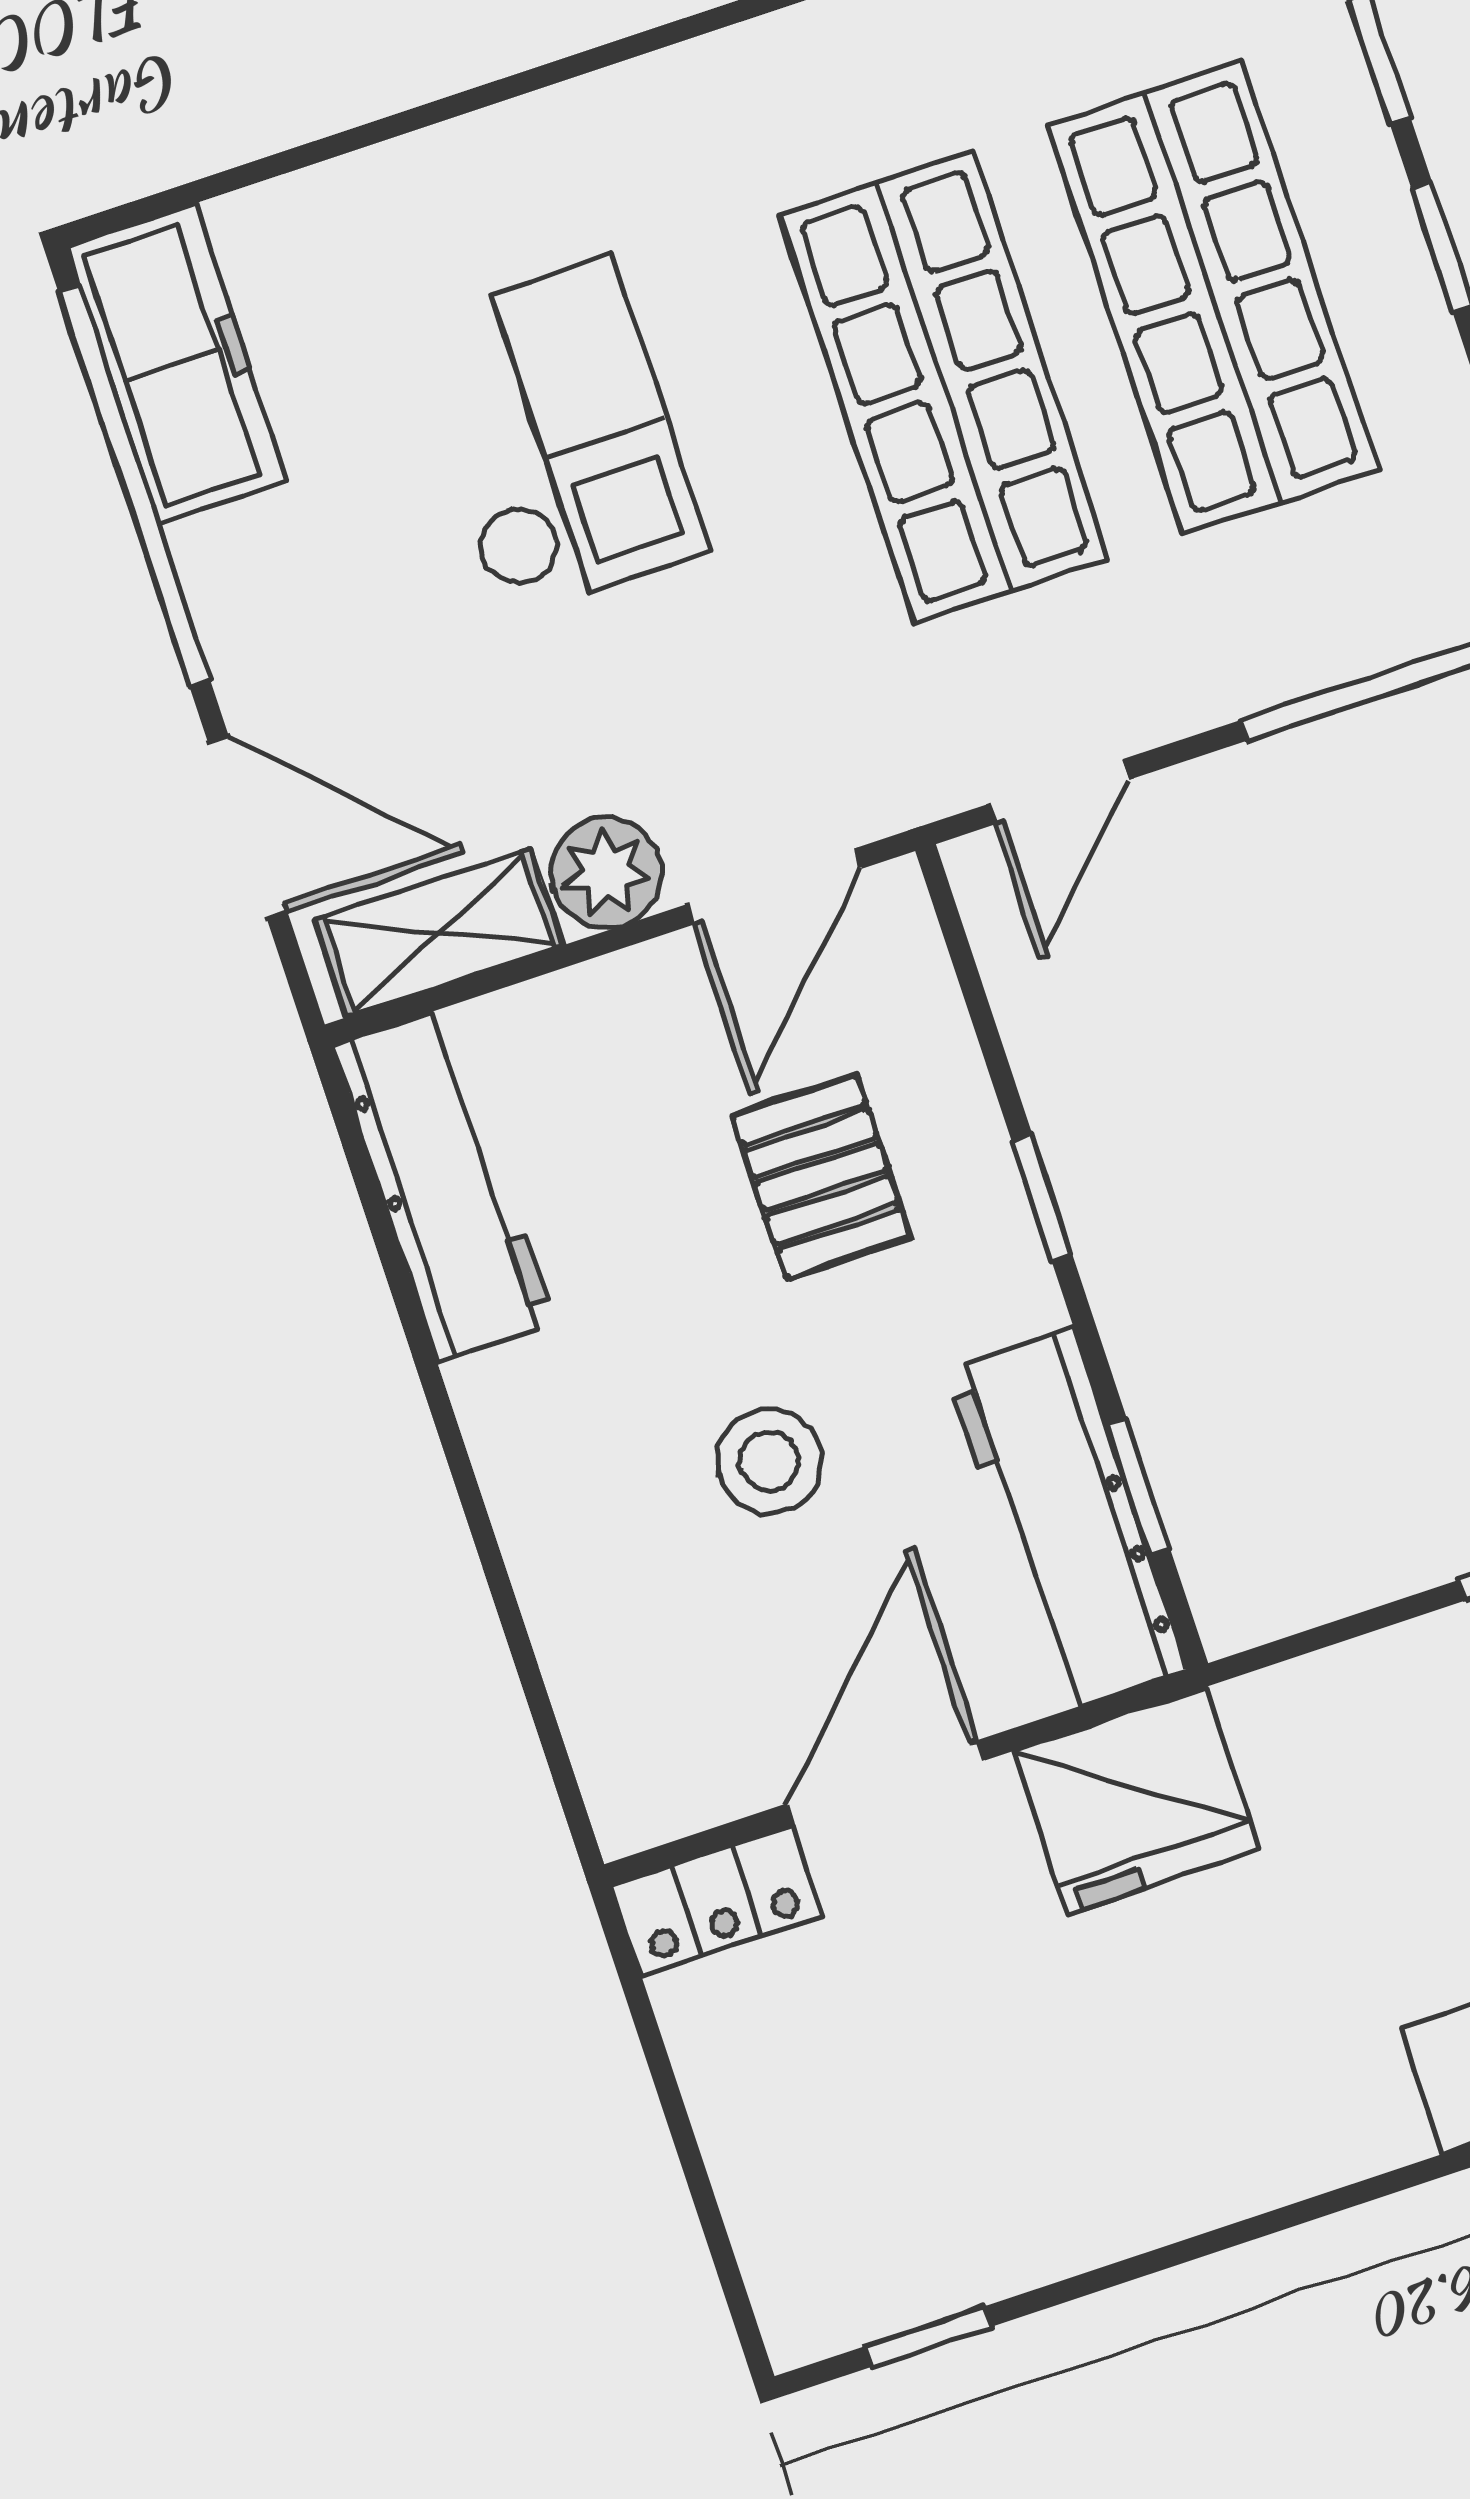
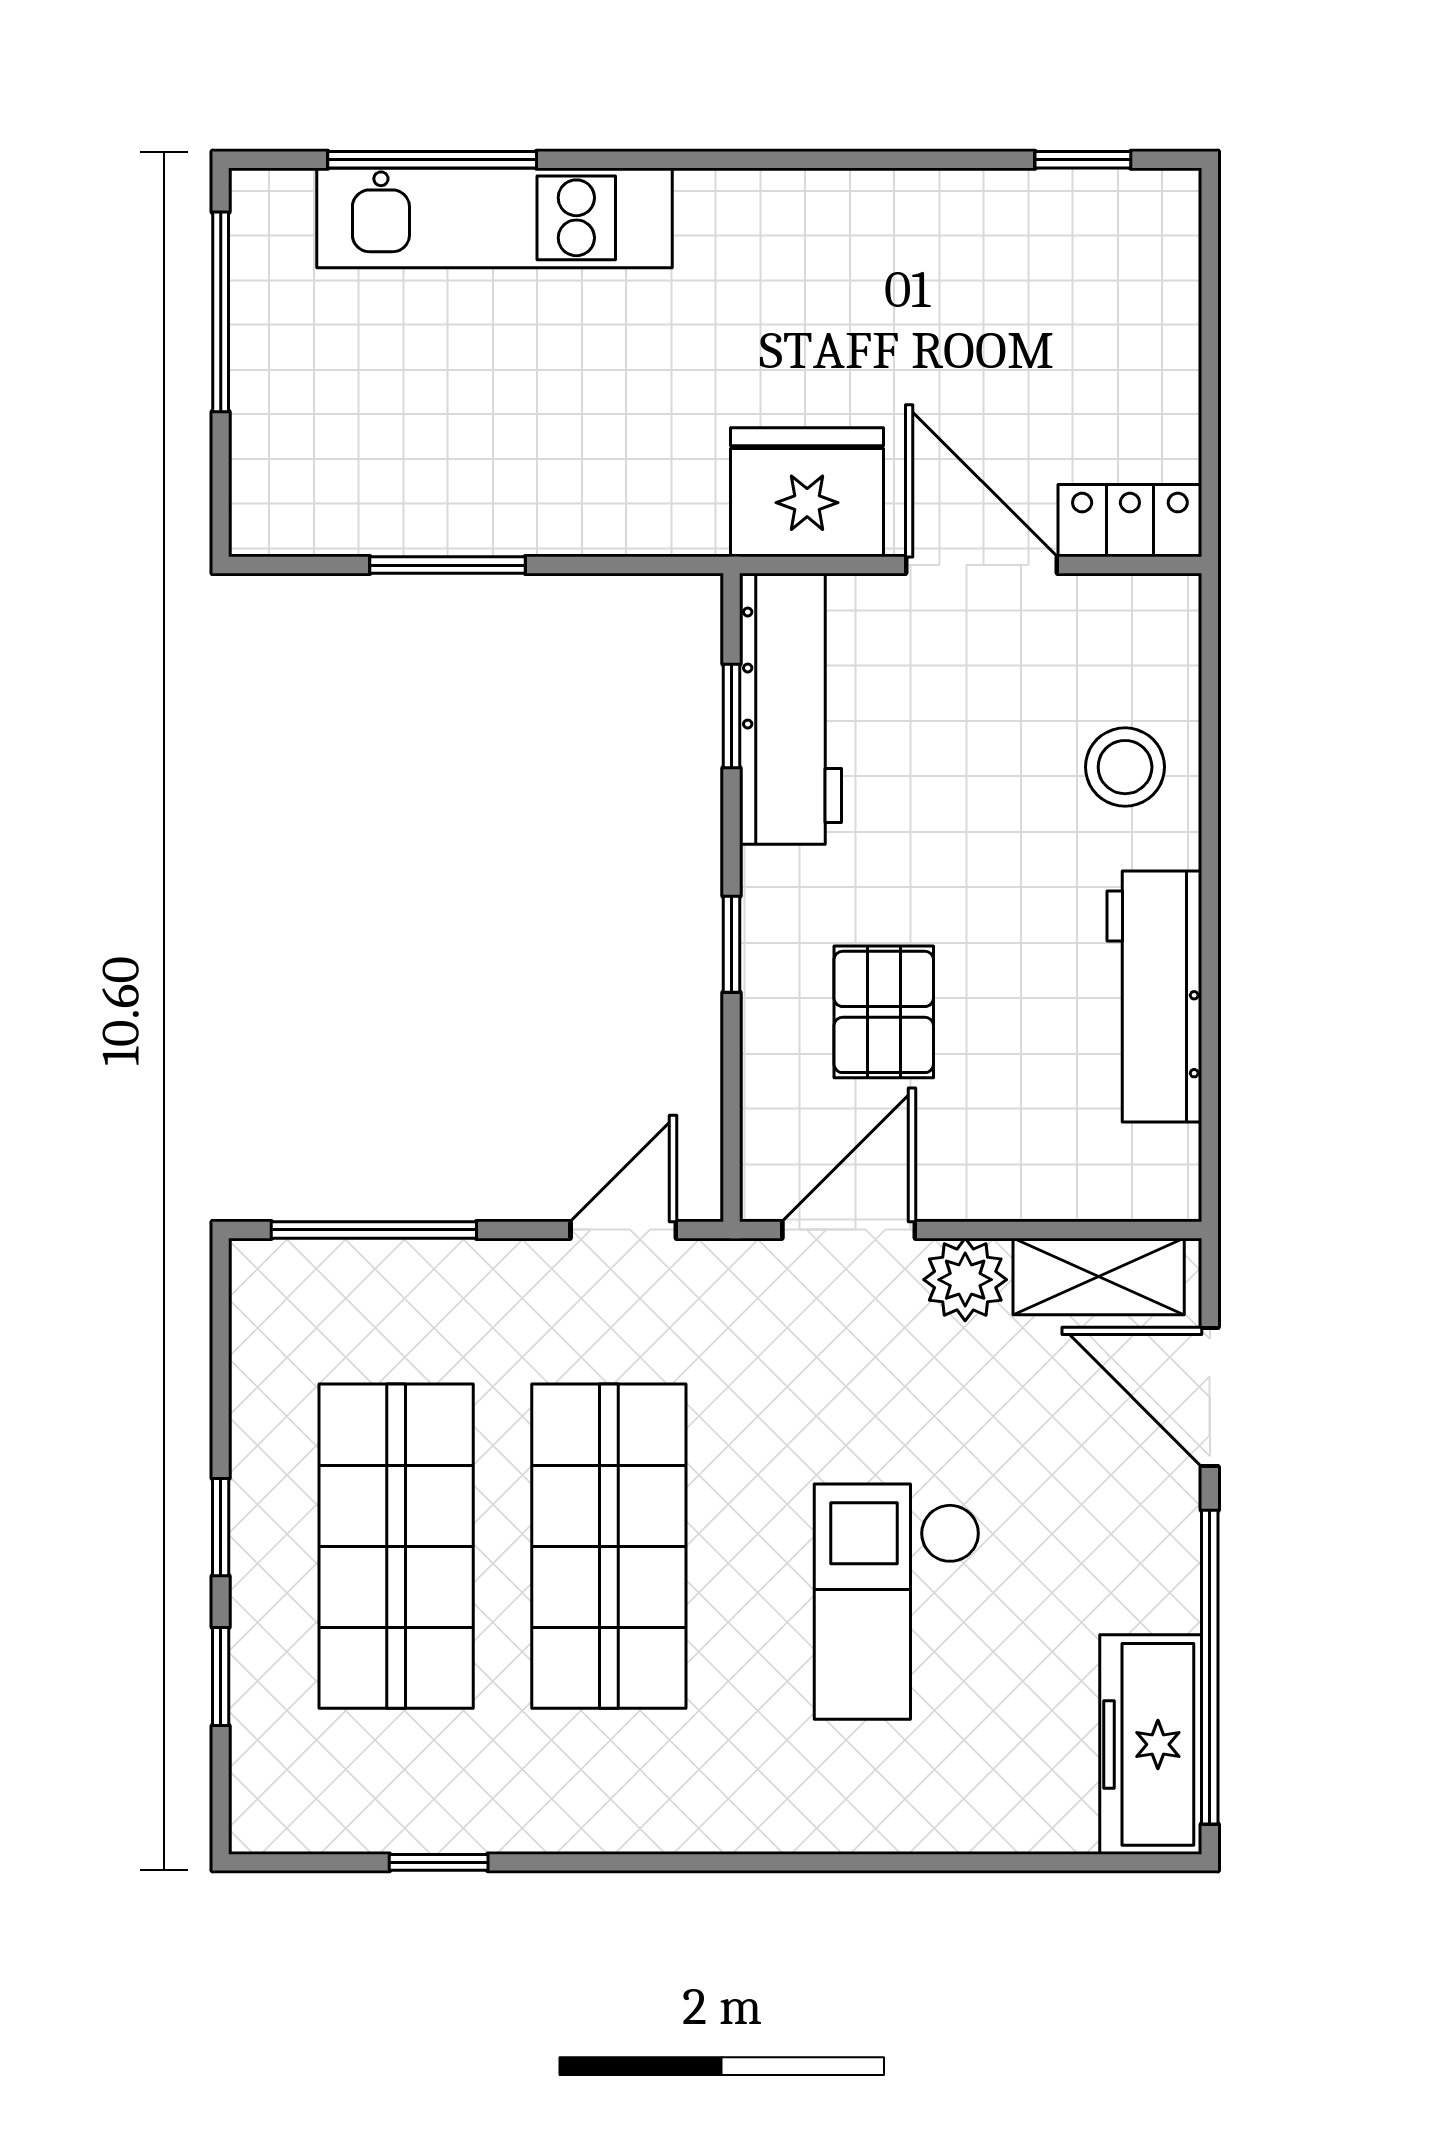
workbench: (444, 1185) -> (1154, 996), moved
stool: (769, 1461) -> (1125, 767), moved
door: (886, 1782) -> (982, 565), swing flipped

